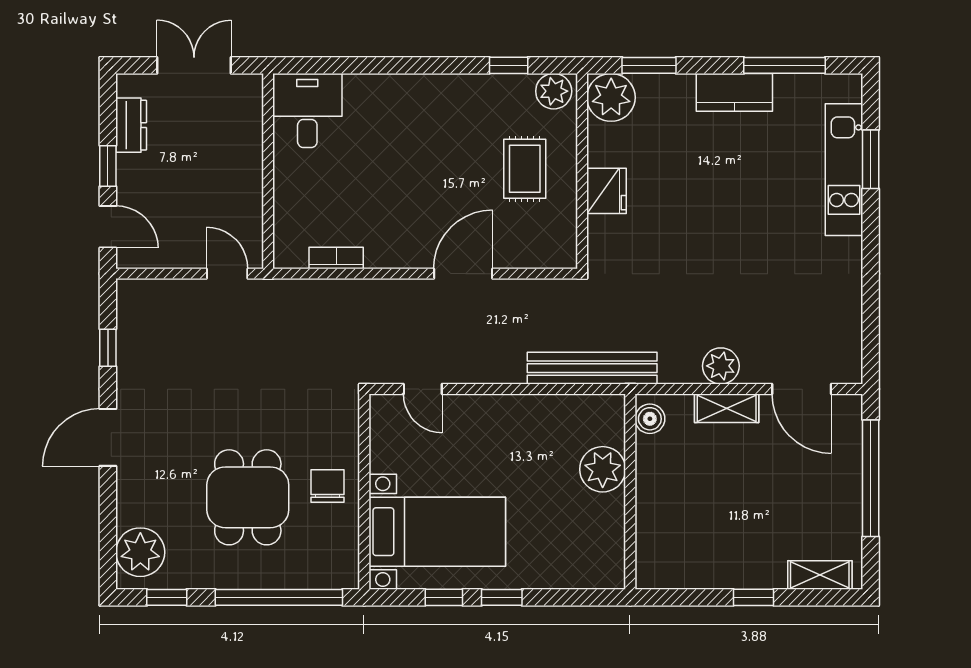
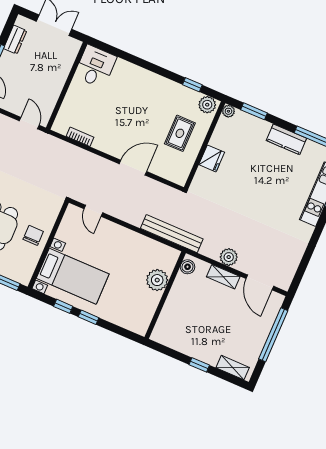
plant: (611, 97) -> (228, 111), width x0.53, depth x0.53

